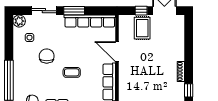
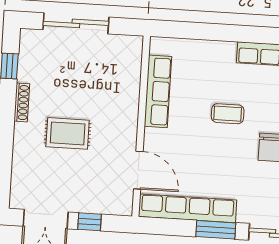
rug: (142, 28) -> (68, 133), moved, turned 90
door: (117, 52) -> (138, 170), moved

